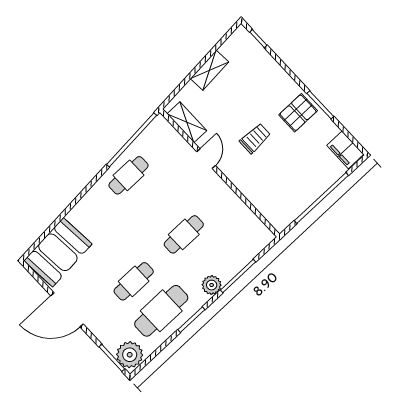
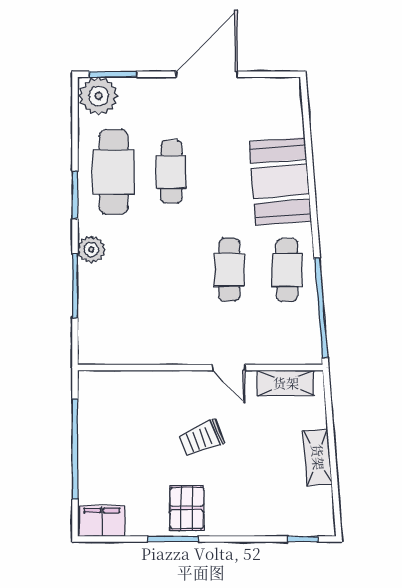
trolley: (255, 138) -> (202, 438), turned 68
cafe table: (184, 234) -> (229, 270), moved
booth: (58, 252) -> (280, 181), moved

